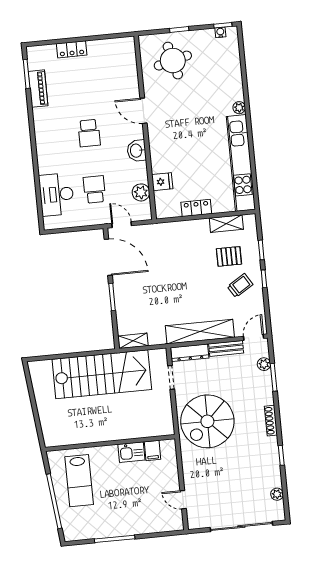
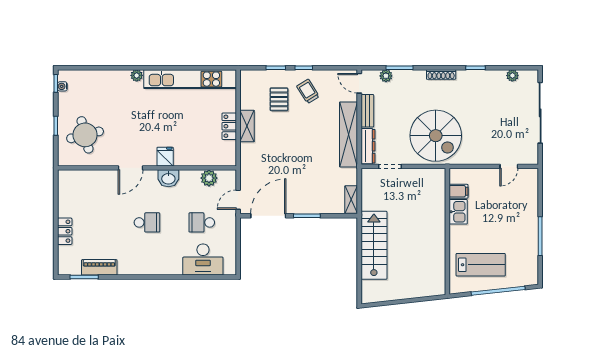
fridge: (162, 182) -> (165, 157), moved
shelving: (226, 224) -> (247, 126), moved
stairs: (102, 374) -> (374, 245), width x0.73, depth x0.66

